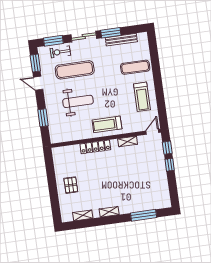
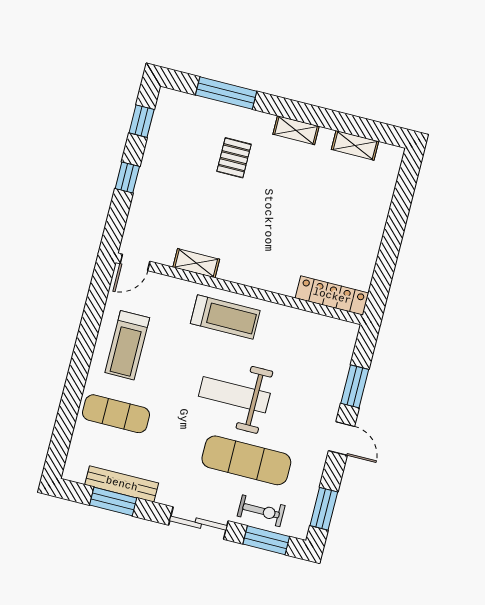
window: (111, 33) -> (113, 502), moved
door: (38, 83) -> (342, 438), moved
treadmill: (142, 97) -> (127, 345), turned 180
weight bench: (78, 101) -> (234, 395), moved
locker: (95, 147) -> (332, 296), moved
window: (167, 148) -> (142, 121), moved
pallet: (71, 185) -> (234, 158), moved

